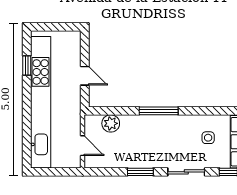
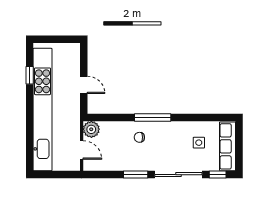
plant: (111, 123) -> (91, 129), moved
chair: (144, 132) -> (139, 137), added
sliding door: (186, 172) -> (178, 175), width x1.37

